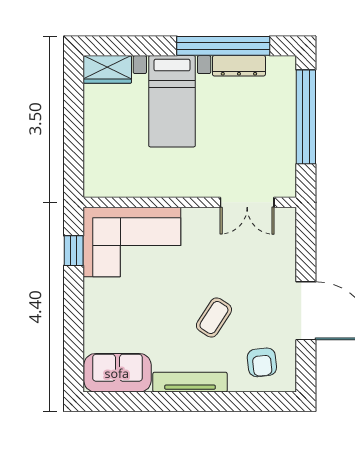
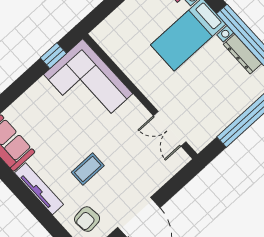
coffee table: (214, 318) -> (88, 169), turned -33

